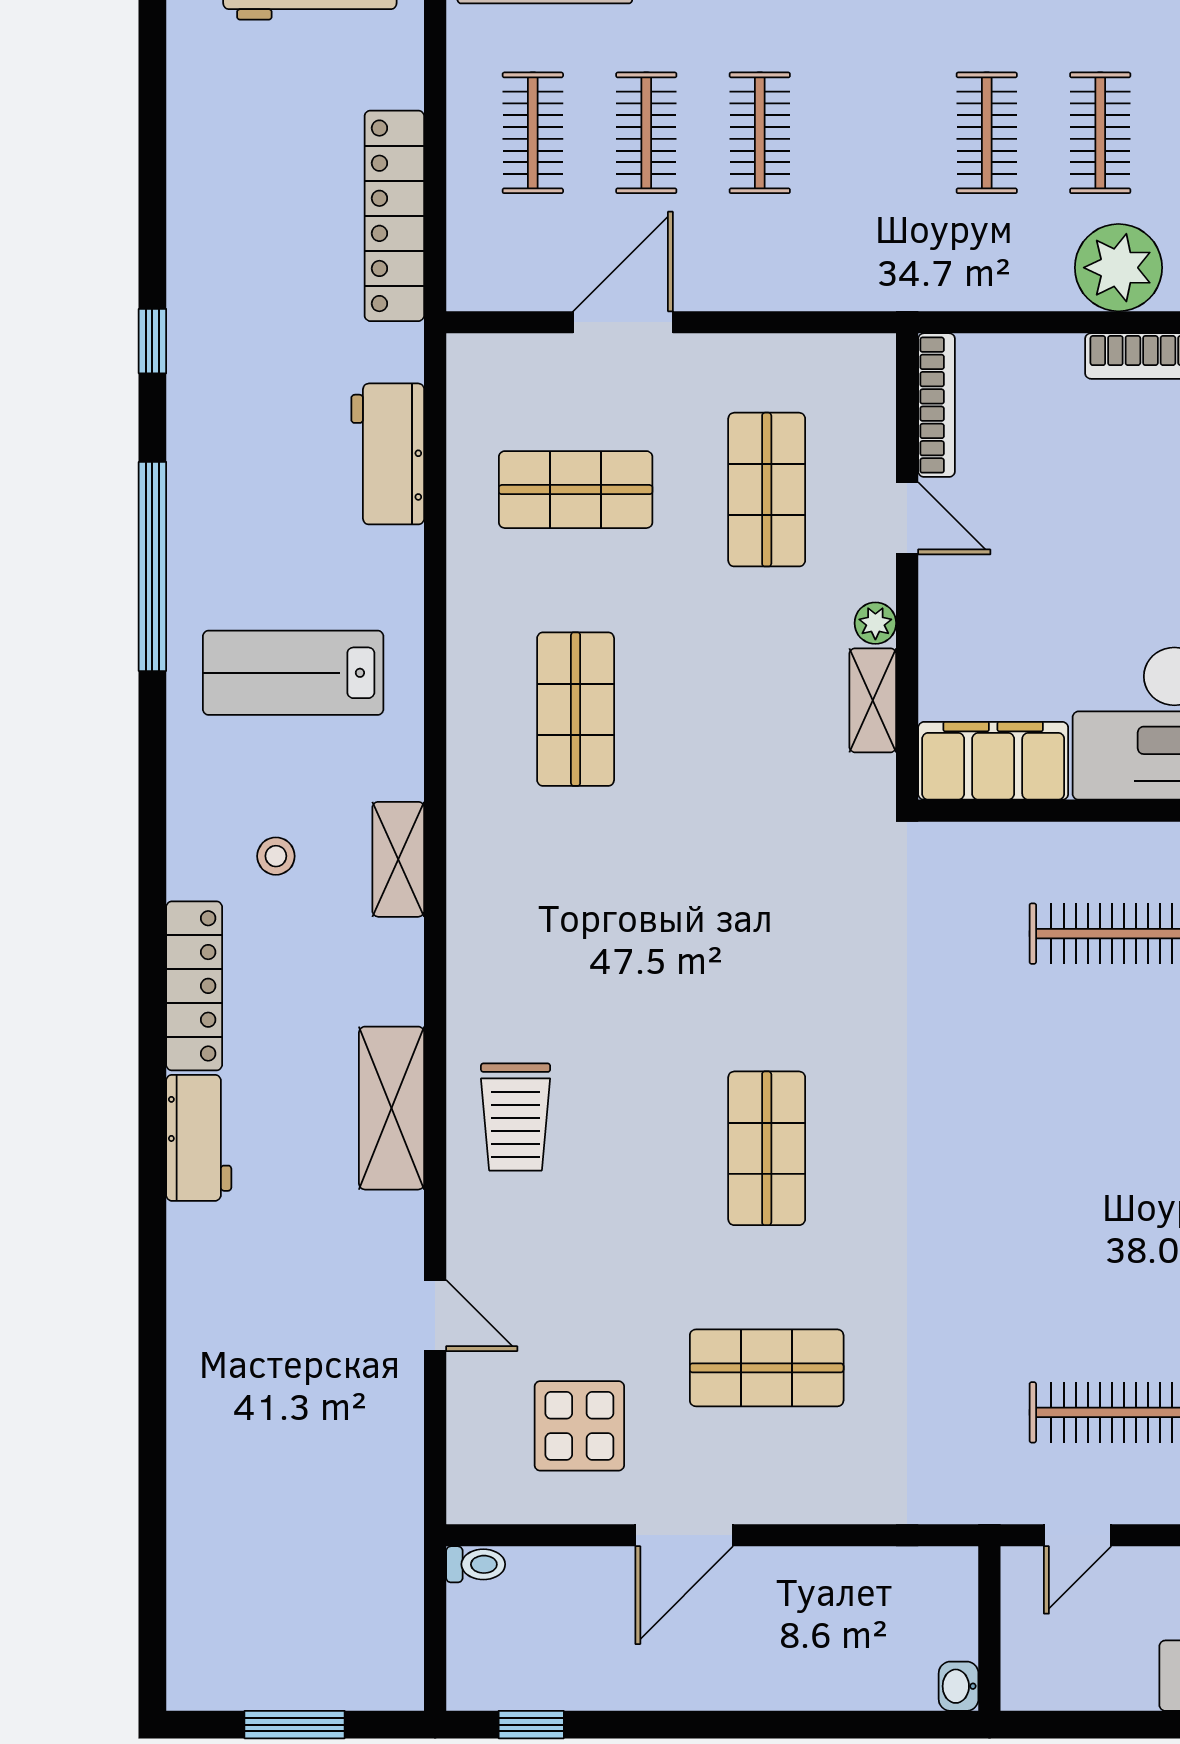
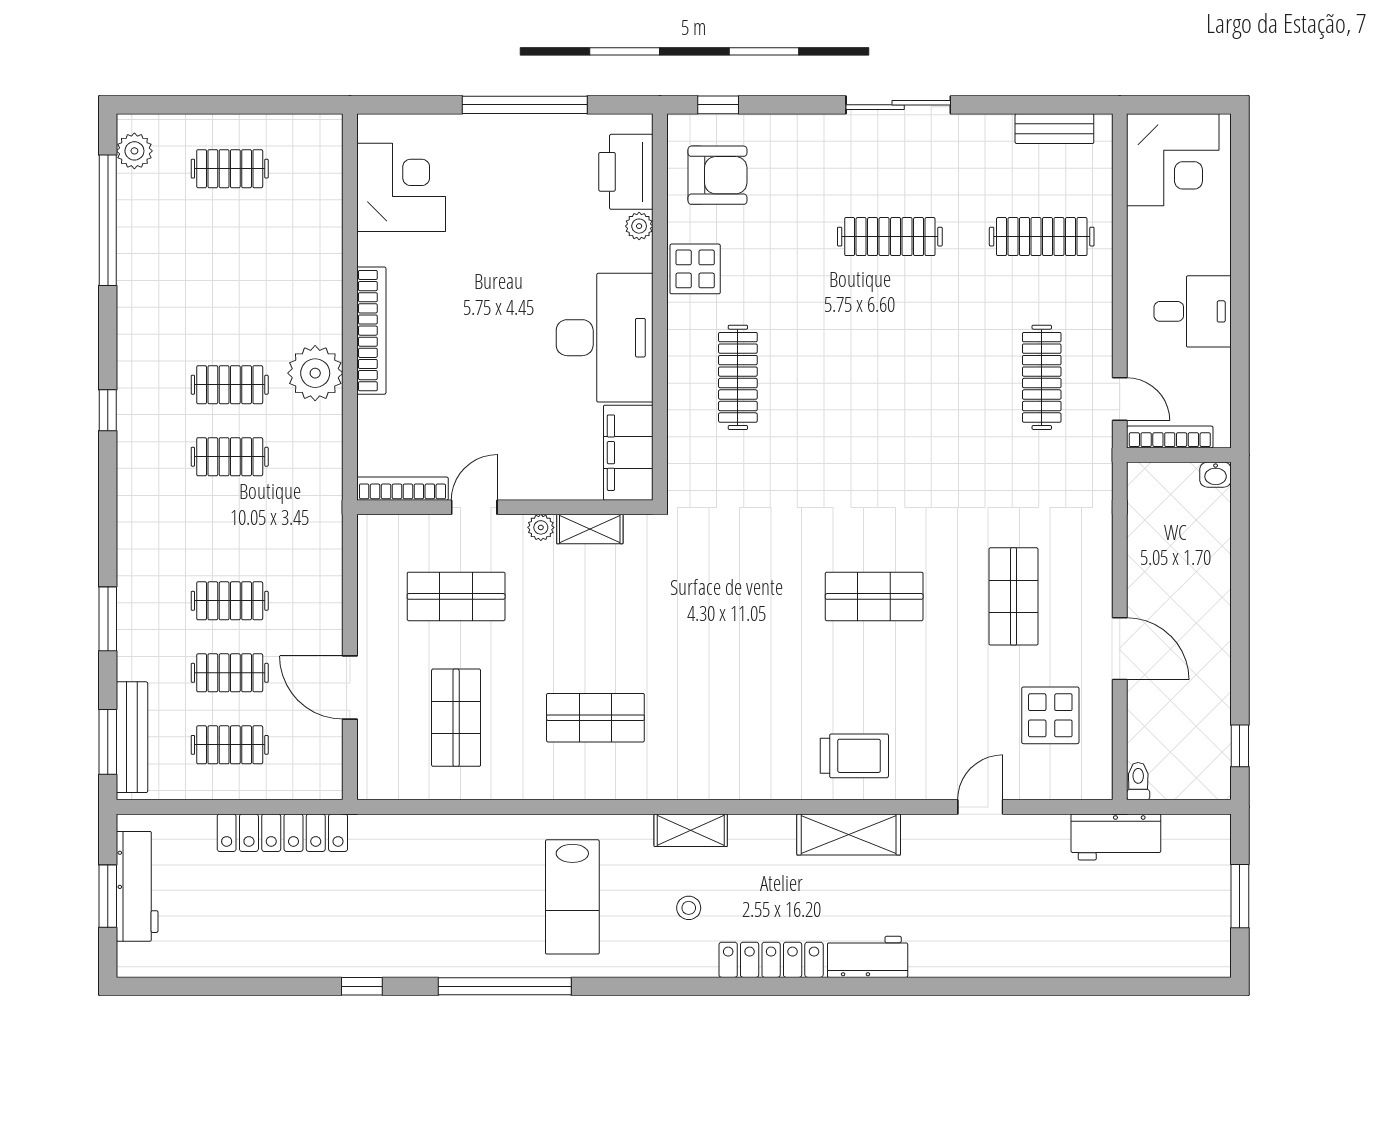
workbench: (388, 454) -> (1116, 837), moved
bookcase: (1018, 1614) -> (1170, 437), added

